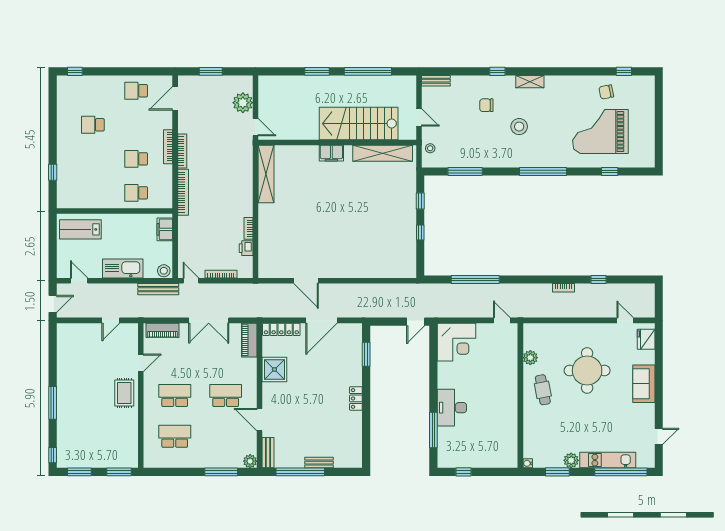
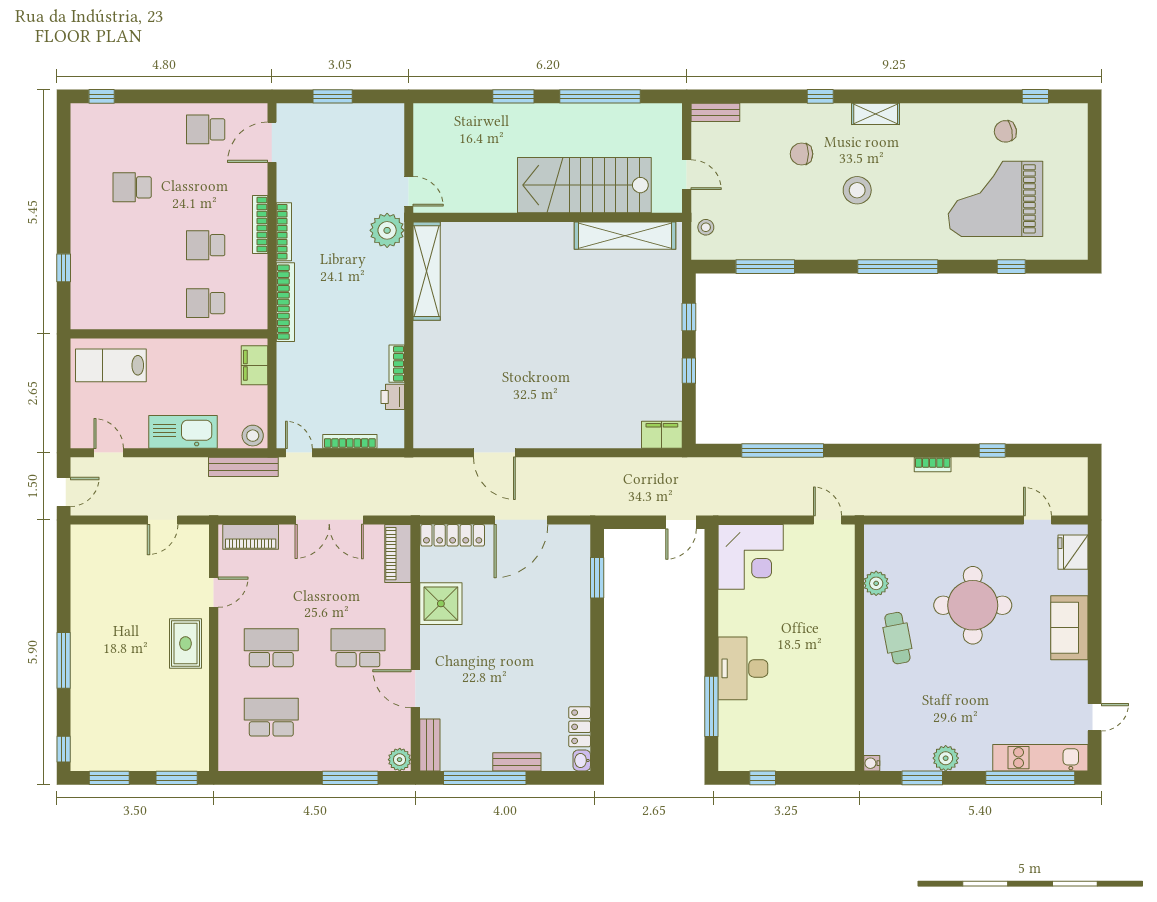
plant: (243, 103) -> (387, 230), moved
filing cabinet: (331, 153) -> (662, 435), moved, turned 180
locker: (356, 398) -> (580, 727), moved
kitchen unit: (608, 460) -> (1040, 758), moved
washbasin: (357, 462) -> (582, 760), added

